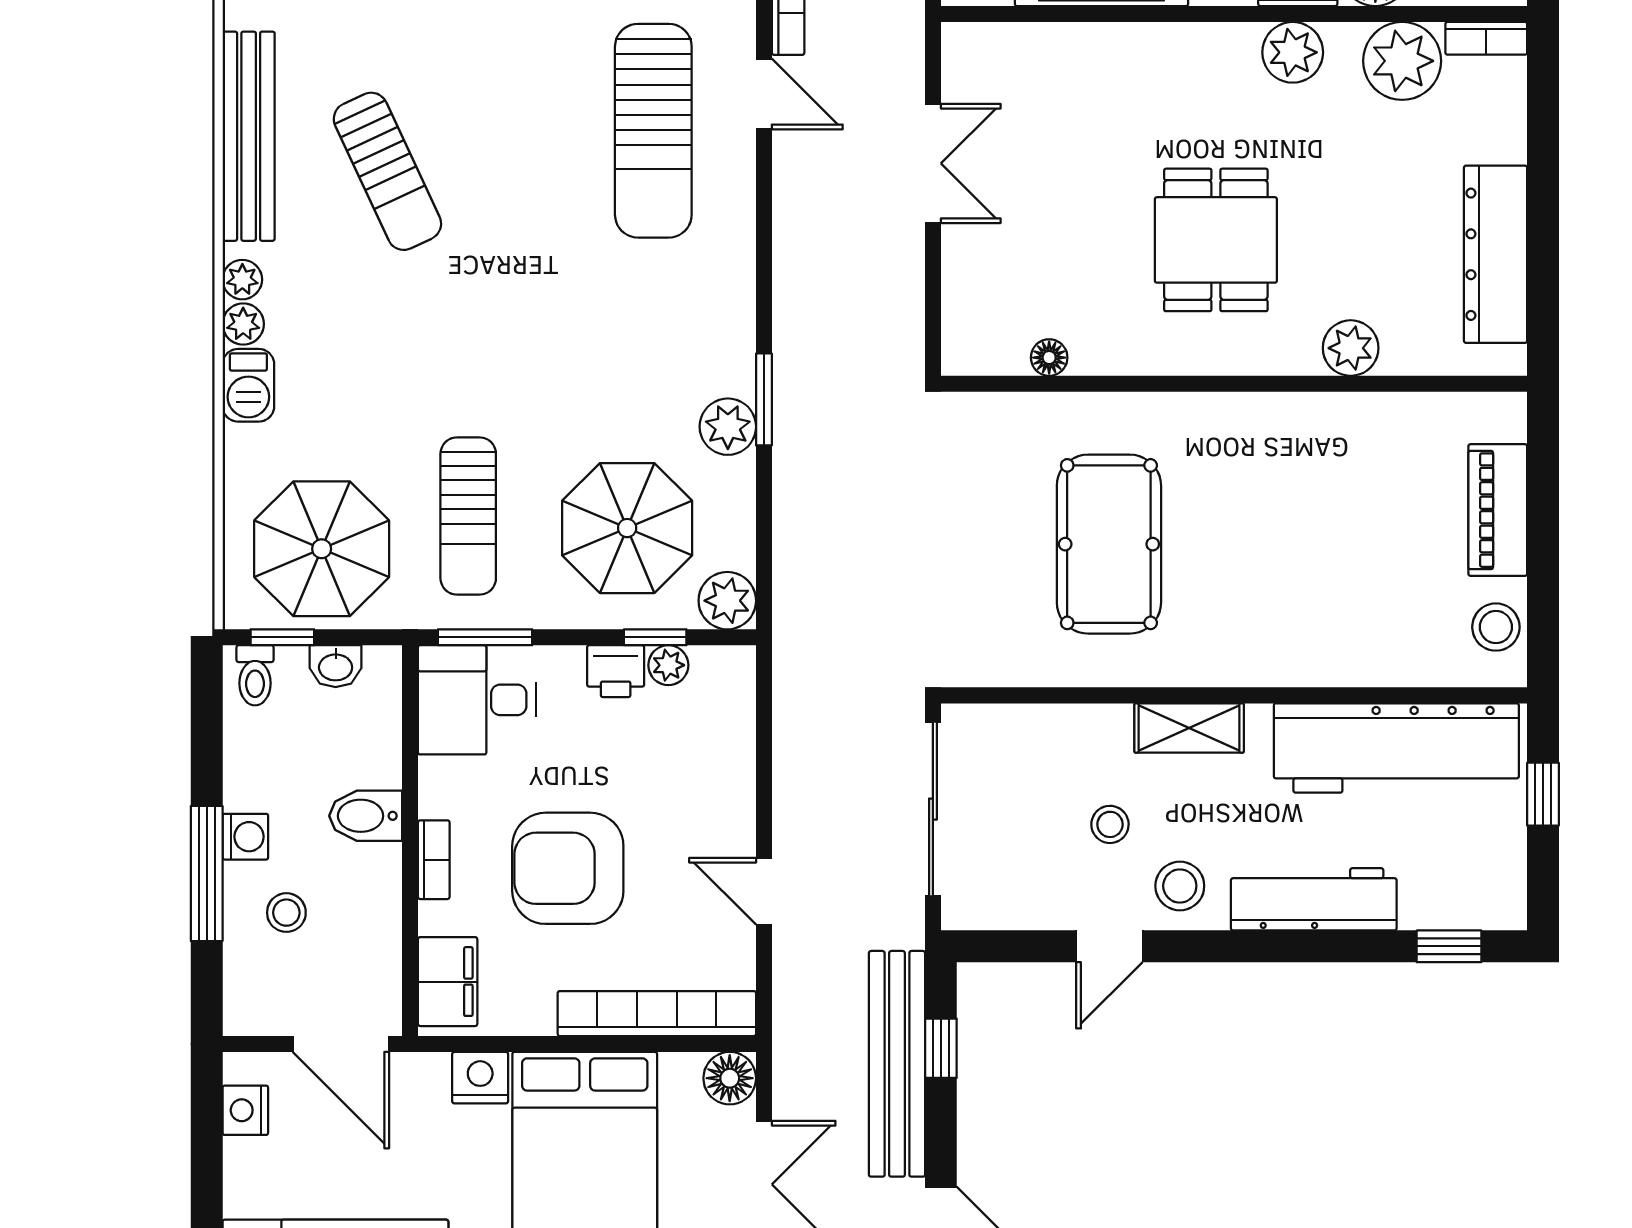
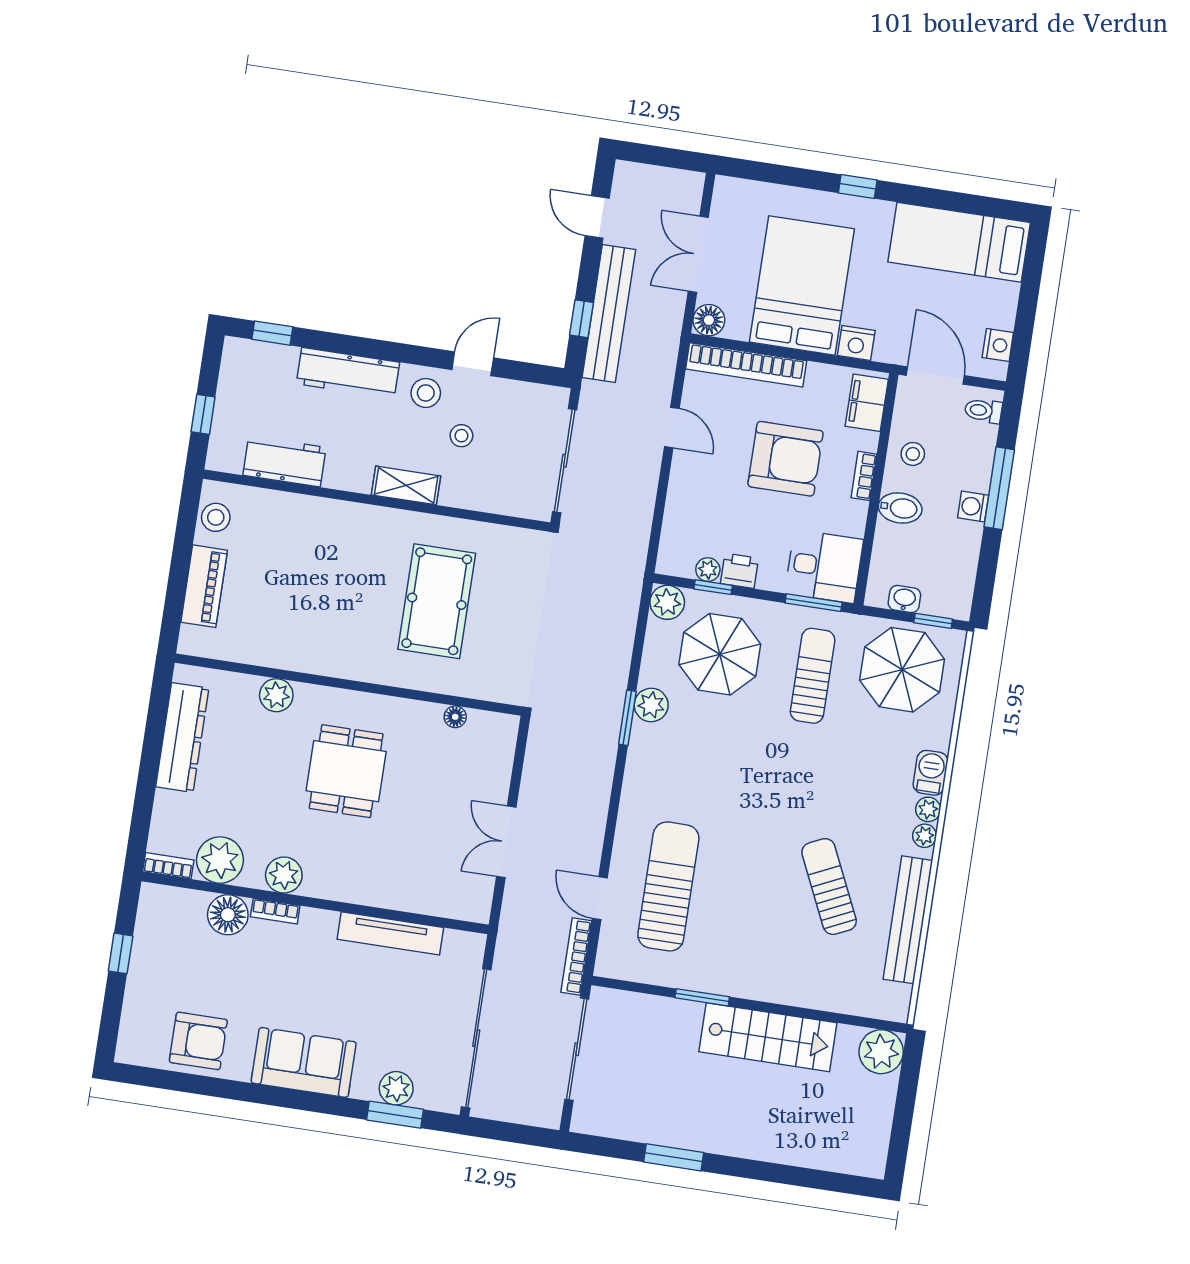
toilet: (255, 675) -> (983, 411), moved, turned -90
workbench: (1396, 748) -> (284, 461), width x0.53, depth x0.76
stool: (286, 913) -> (913, 454), moved

